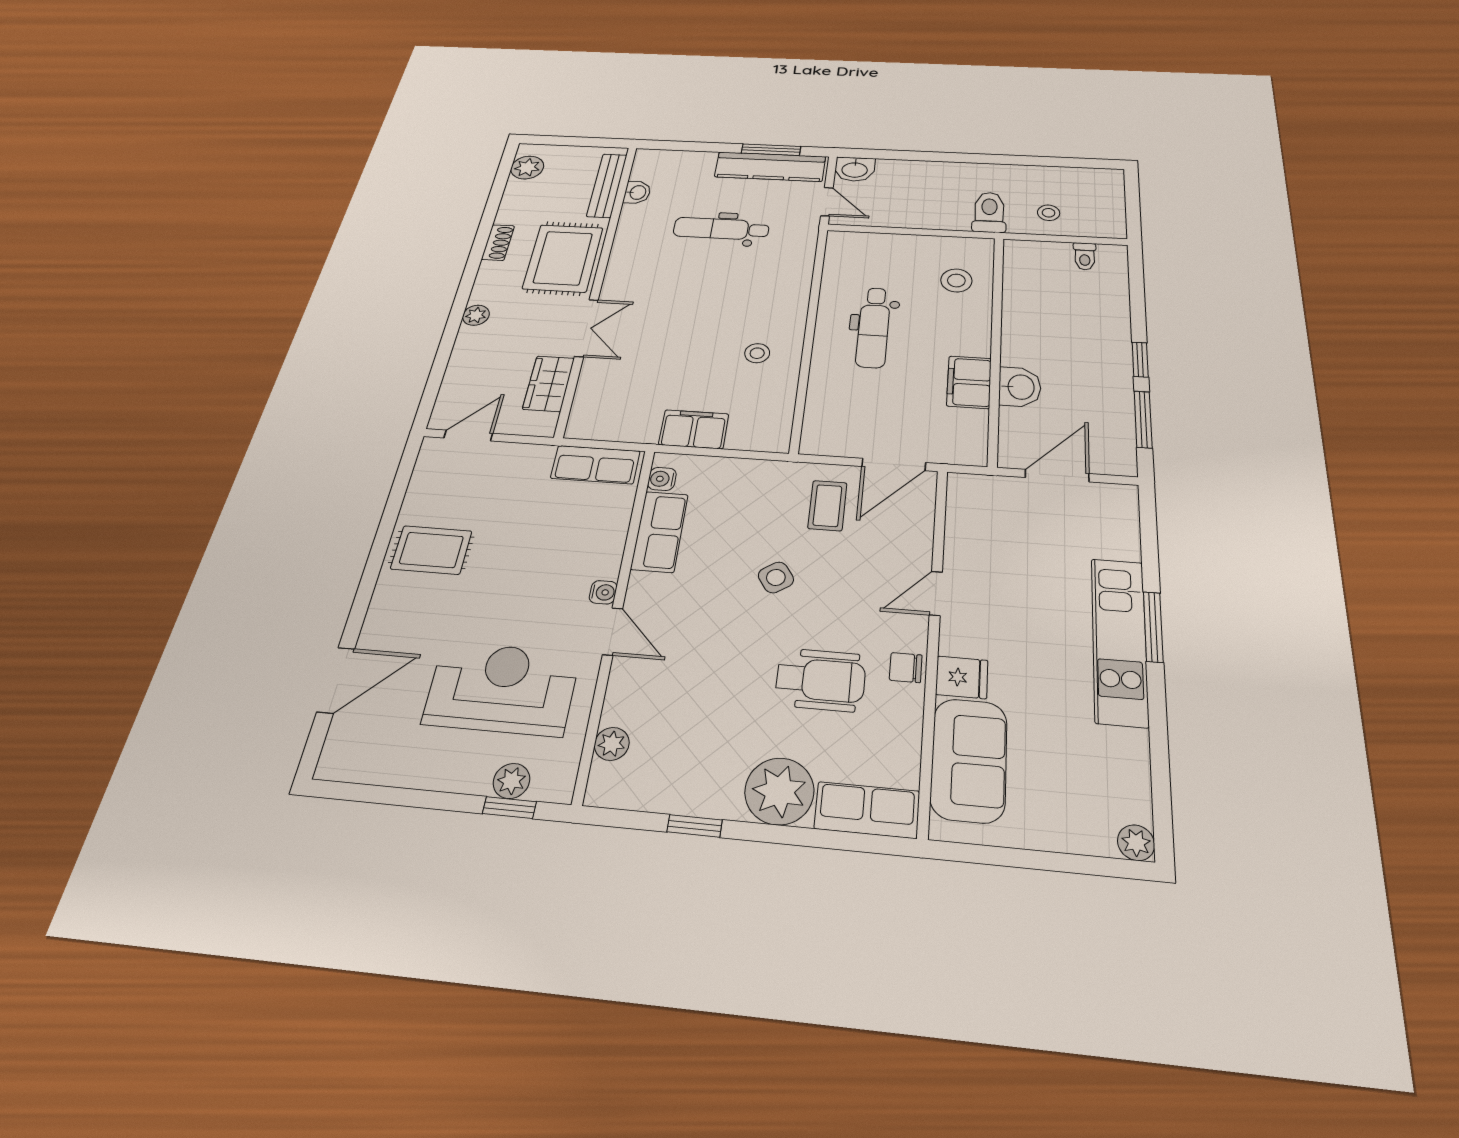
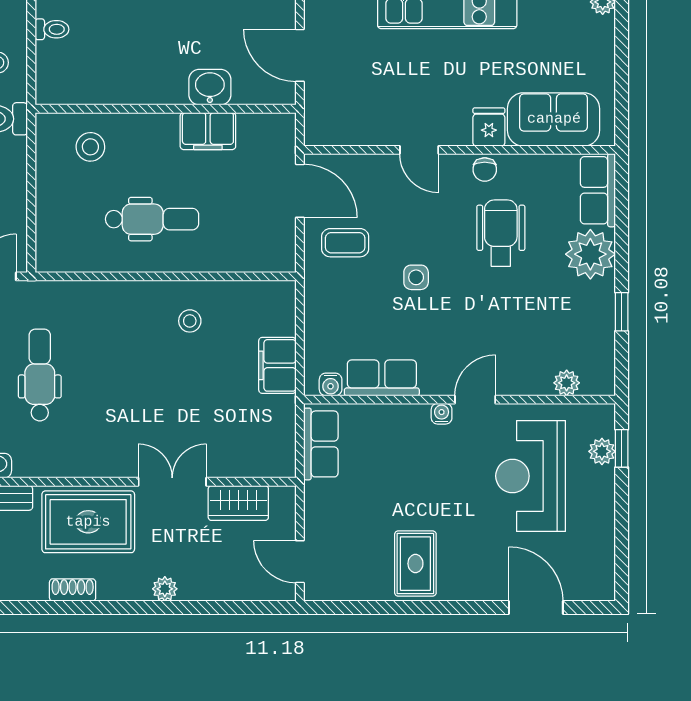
dental chair: (721, 229) -> (40, 375), turned 180
side table: (776, 577) -> (416, 277), turned 34

